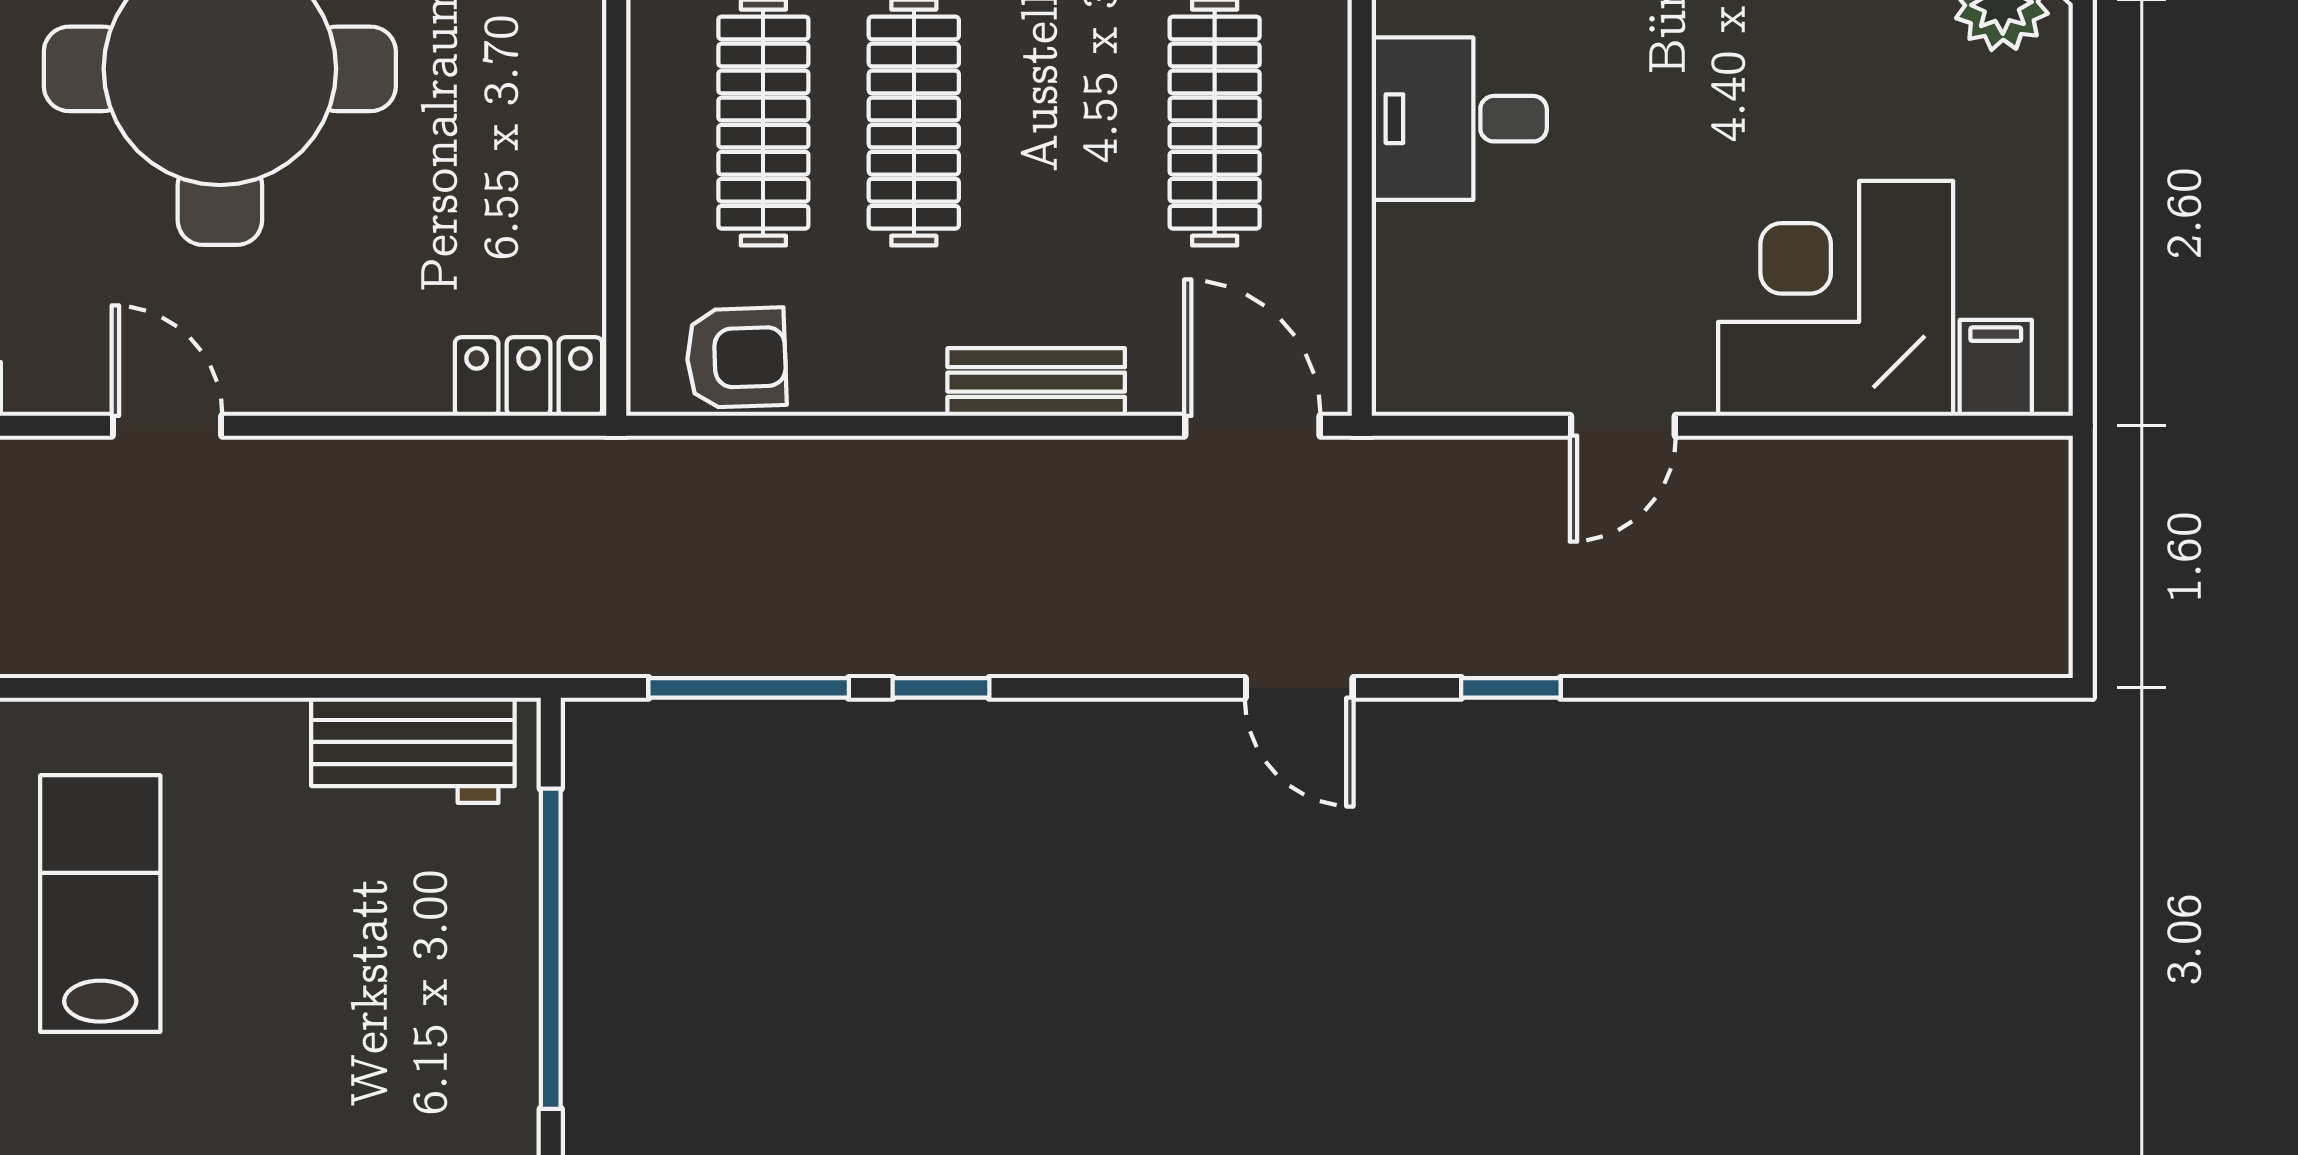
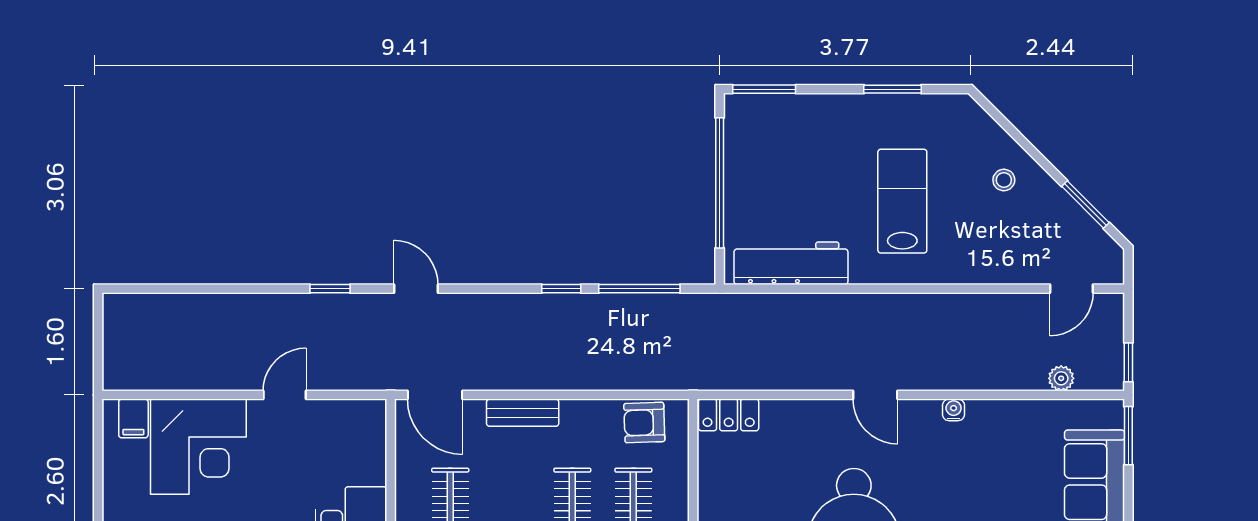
workbench: (413, 750) -> (791, 263), width x1.37
lab bench: (100, 904) -> (902, 201), turned 180

